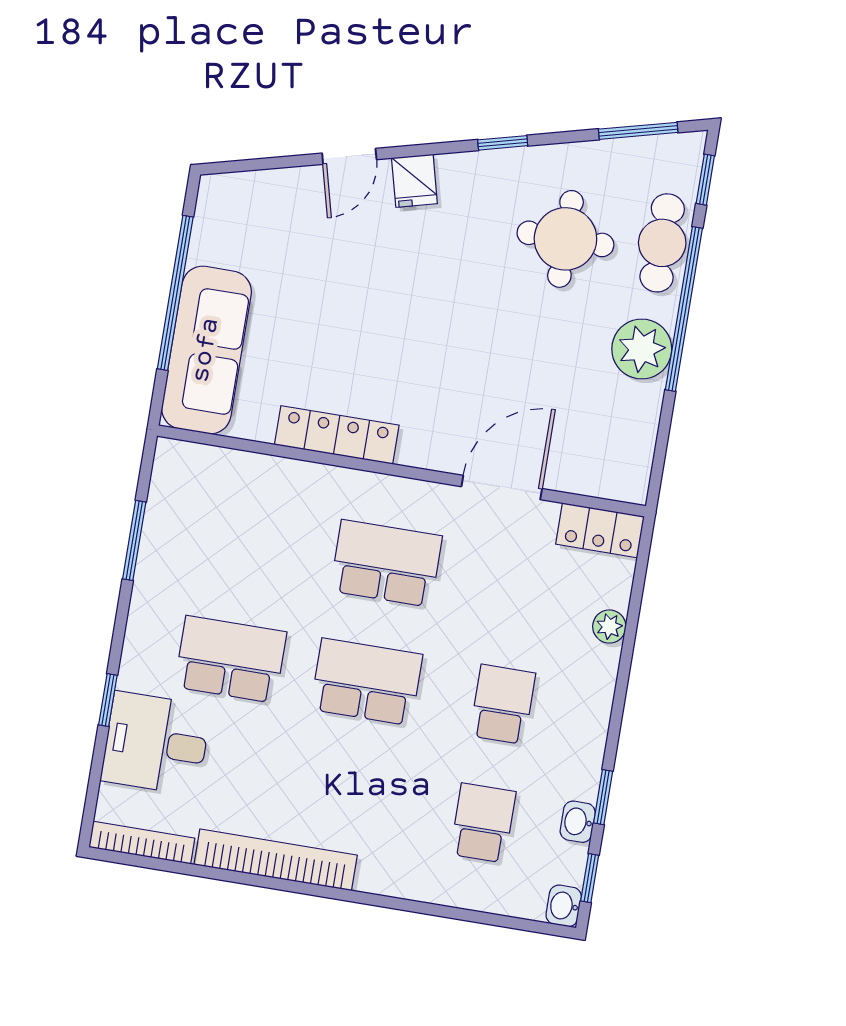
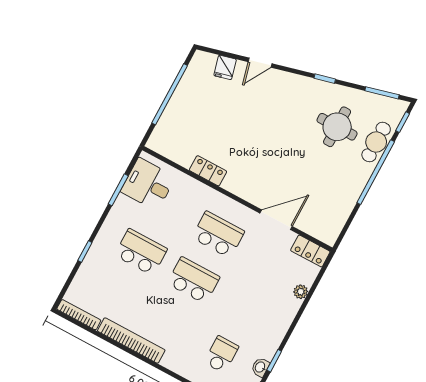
fridge: (414, 181) -> (225, 67), moved
plant: (642, 349) -> (353, 183), removed
sofa: (206, 350) -> (174, 122), removed
locker: (337, 435) -> (208, 171), width x0.66
school desk: (503, 704) -> (246, 309), removed
desk: (156, 743) -> (148, 184), moved

